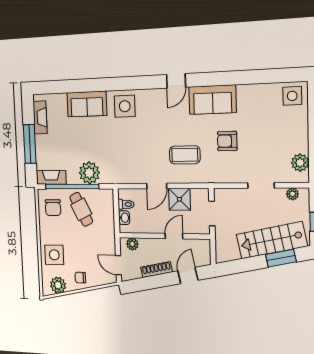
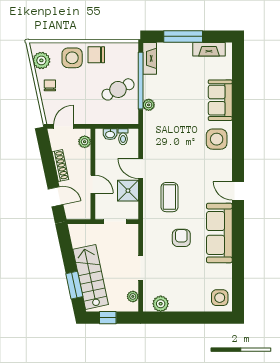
sofa: (212, 100) -> (219, 233), width x1.36
plant: (89, 173) -> (149, 105), width x0.53, depth x0.53
chair: (53, 208) -> (96, 55), moved

